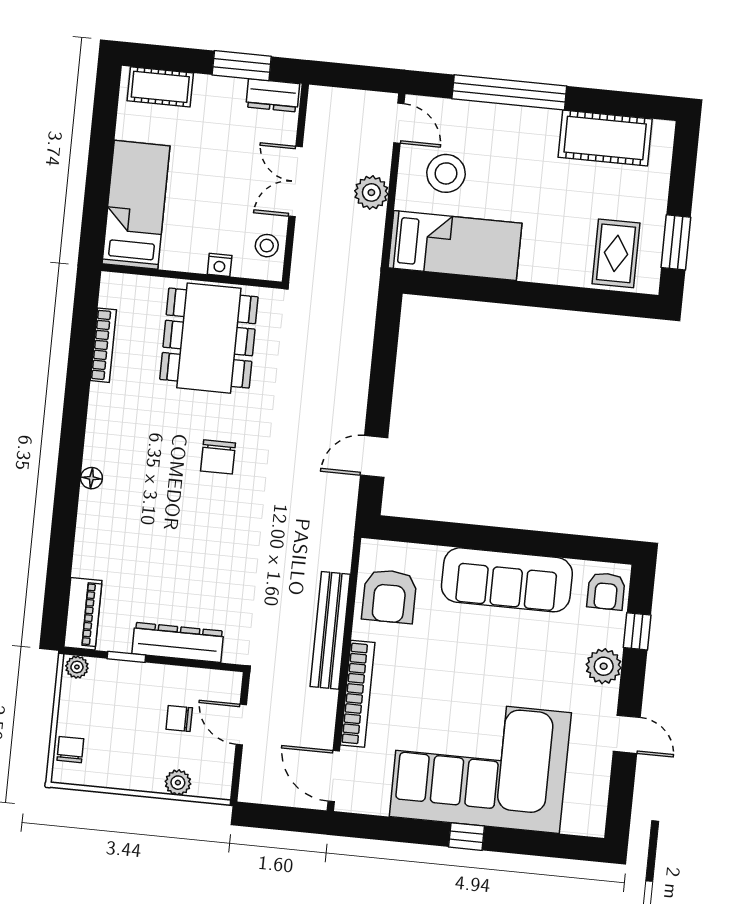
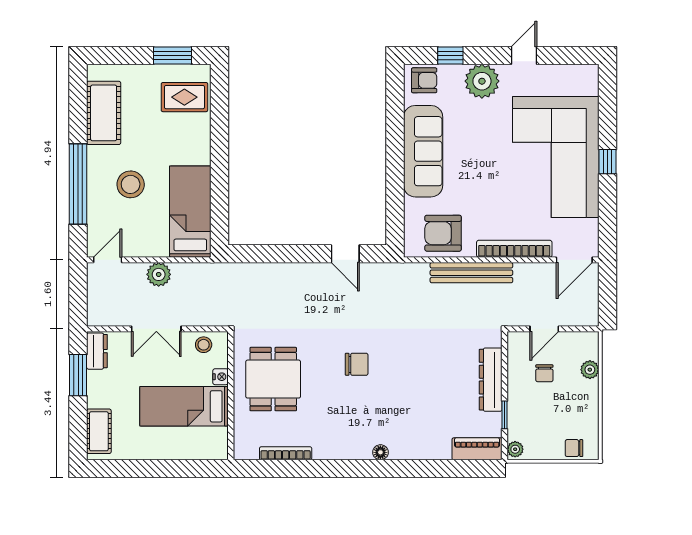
stool: (446, 173) -> (131, 184), moved
bed: (136, 205) -> (184, 406), moved
dining table: (209, 338) -> (273, 379), width x0.73
armchair: (389, 596) -> (443, 233), turned 180
plant: (604, 666) -> (482, 81), width x1.36, depth x1.36

